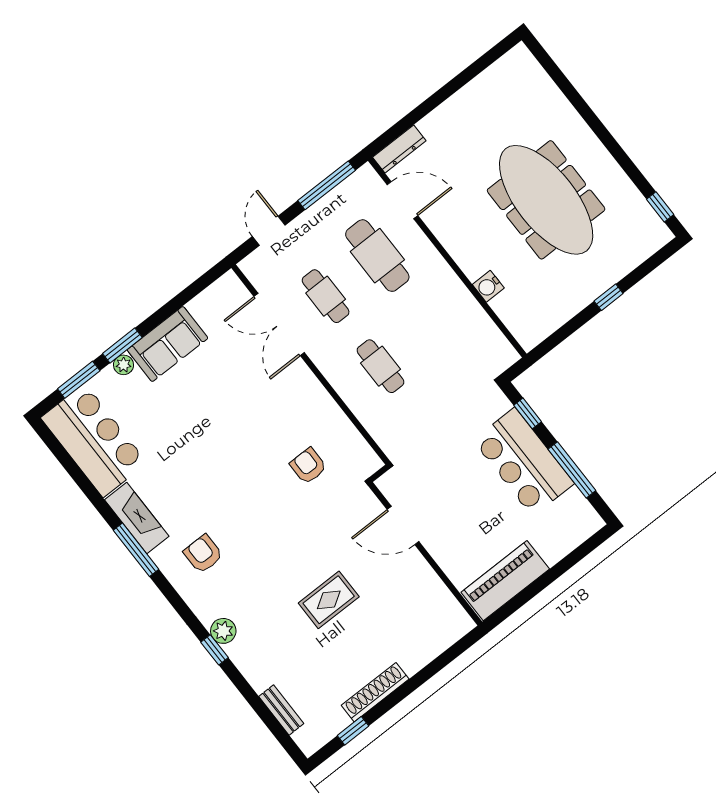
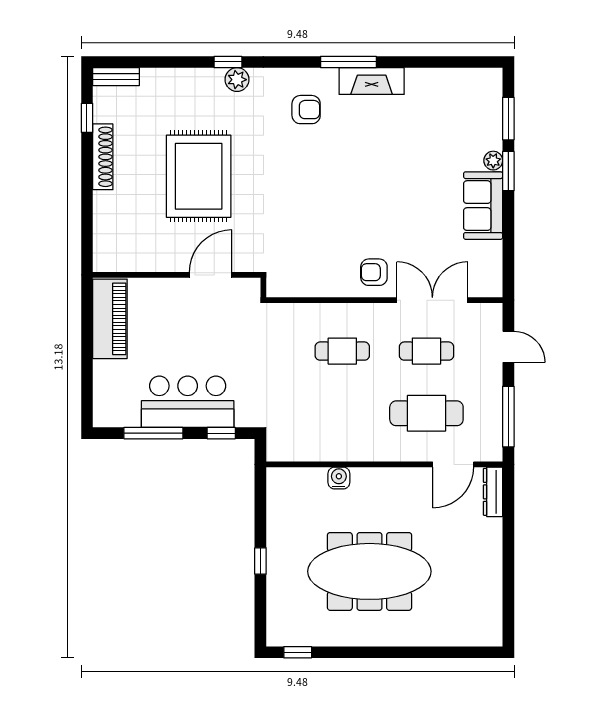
bar counter: (94, 440) -> (454, 95), removed
armchair: (308, 466) -> (374, 272), moved, turned 180
rug: (329, 600) -> (199, 176), width x1.86, depth x2.06
bench: (281, 710) -> (116, 77), moved

